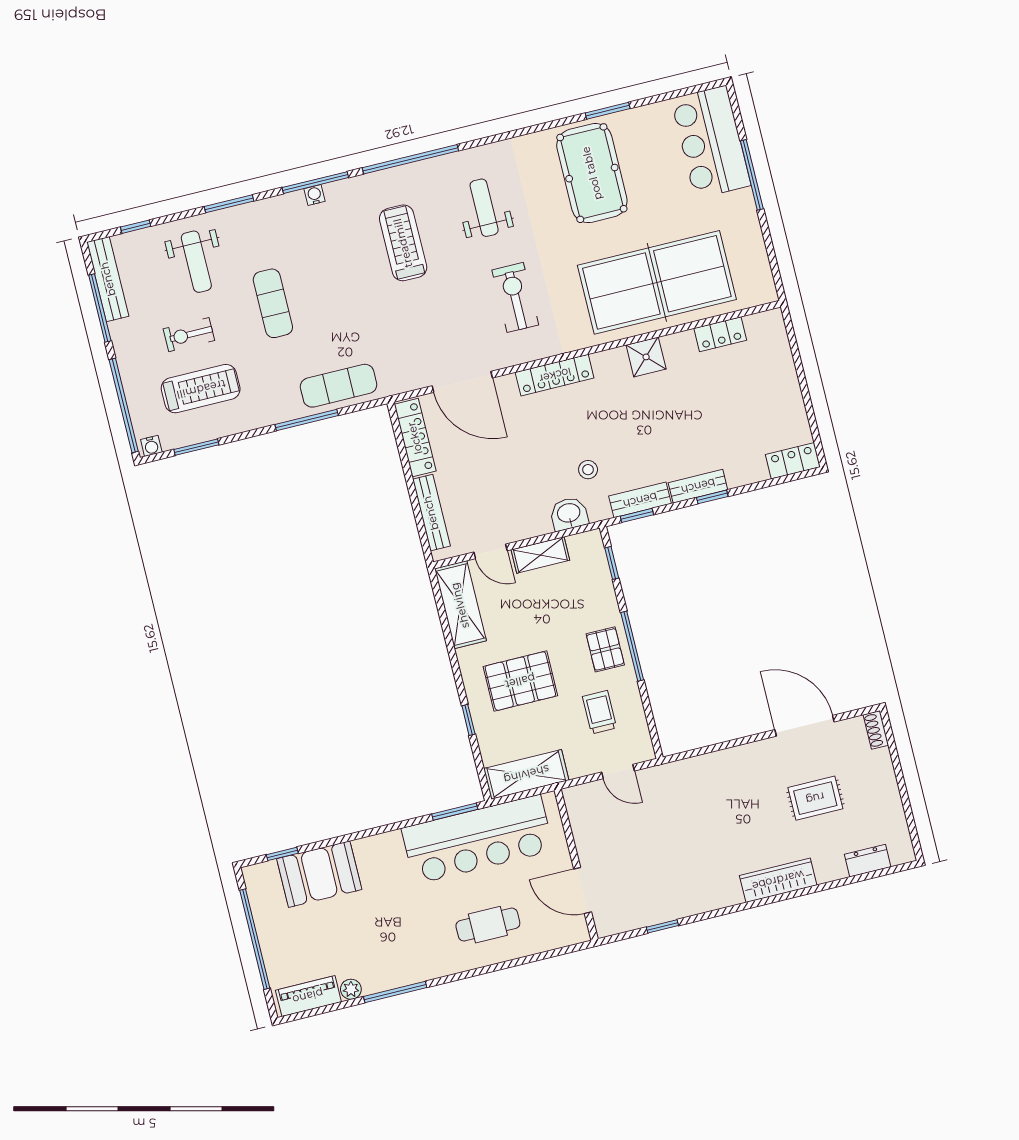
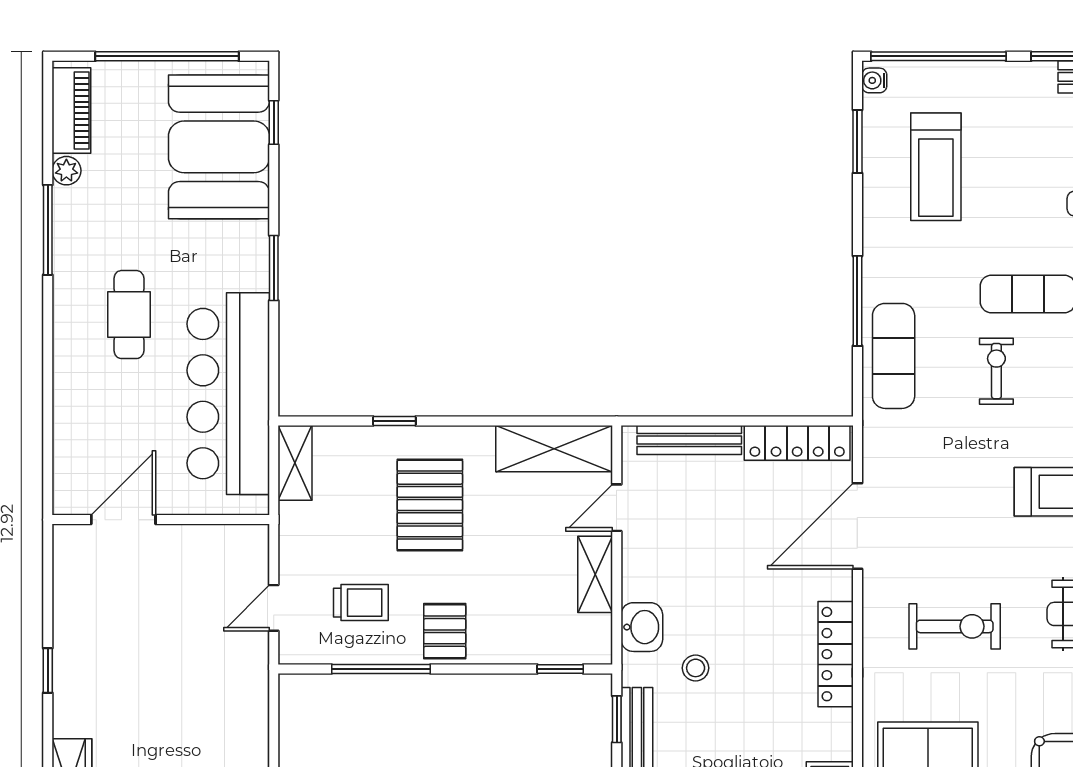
exercise bike: (189, 335) -> (996, 371), moved
window: (632, 646) -> (381, 669), moved
pallet: (605, 649) -> (445, 631), turned 90
shelving: (526, 774) -> (295, 463), width x0.67, depth x0.75
window: (455, 812) -> (274, 268), moved
booth: (319, 874) -> (219, 147), width x1.36, depth x1.42
cafe table: (488, 925) -> (129, 315), moved
window: (662, 926) -> (48, 670), moved

